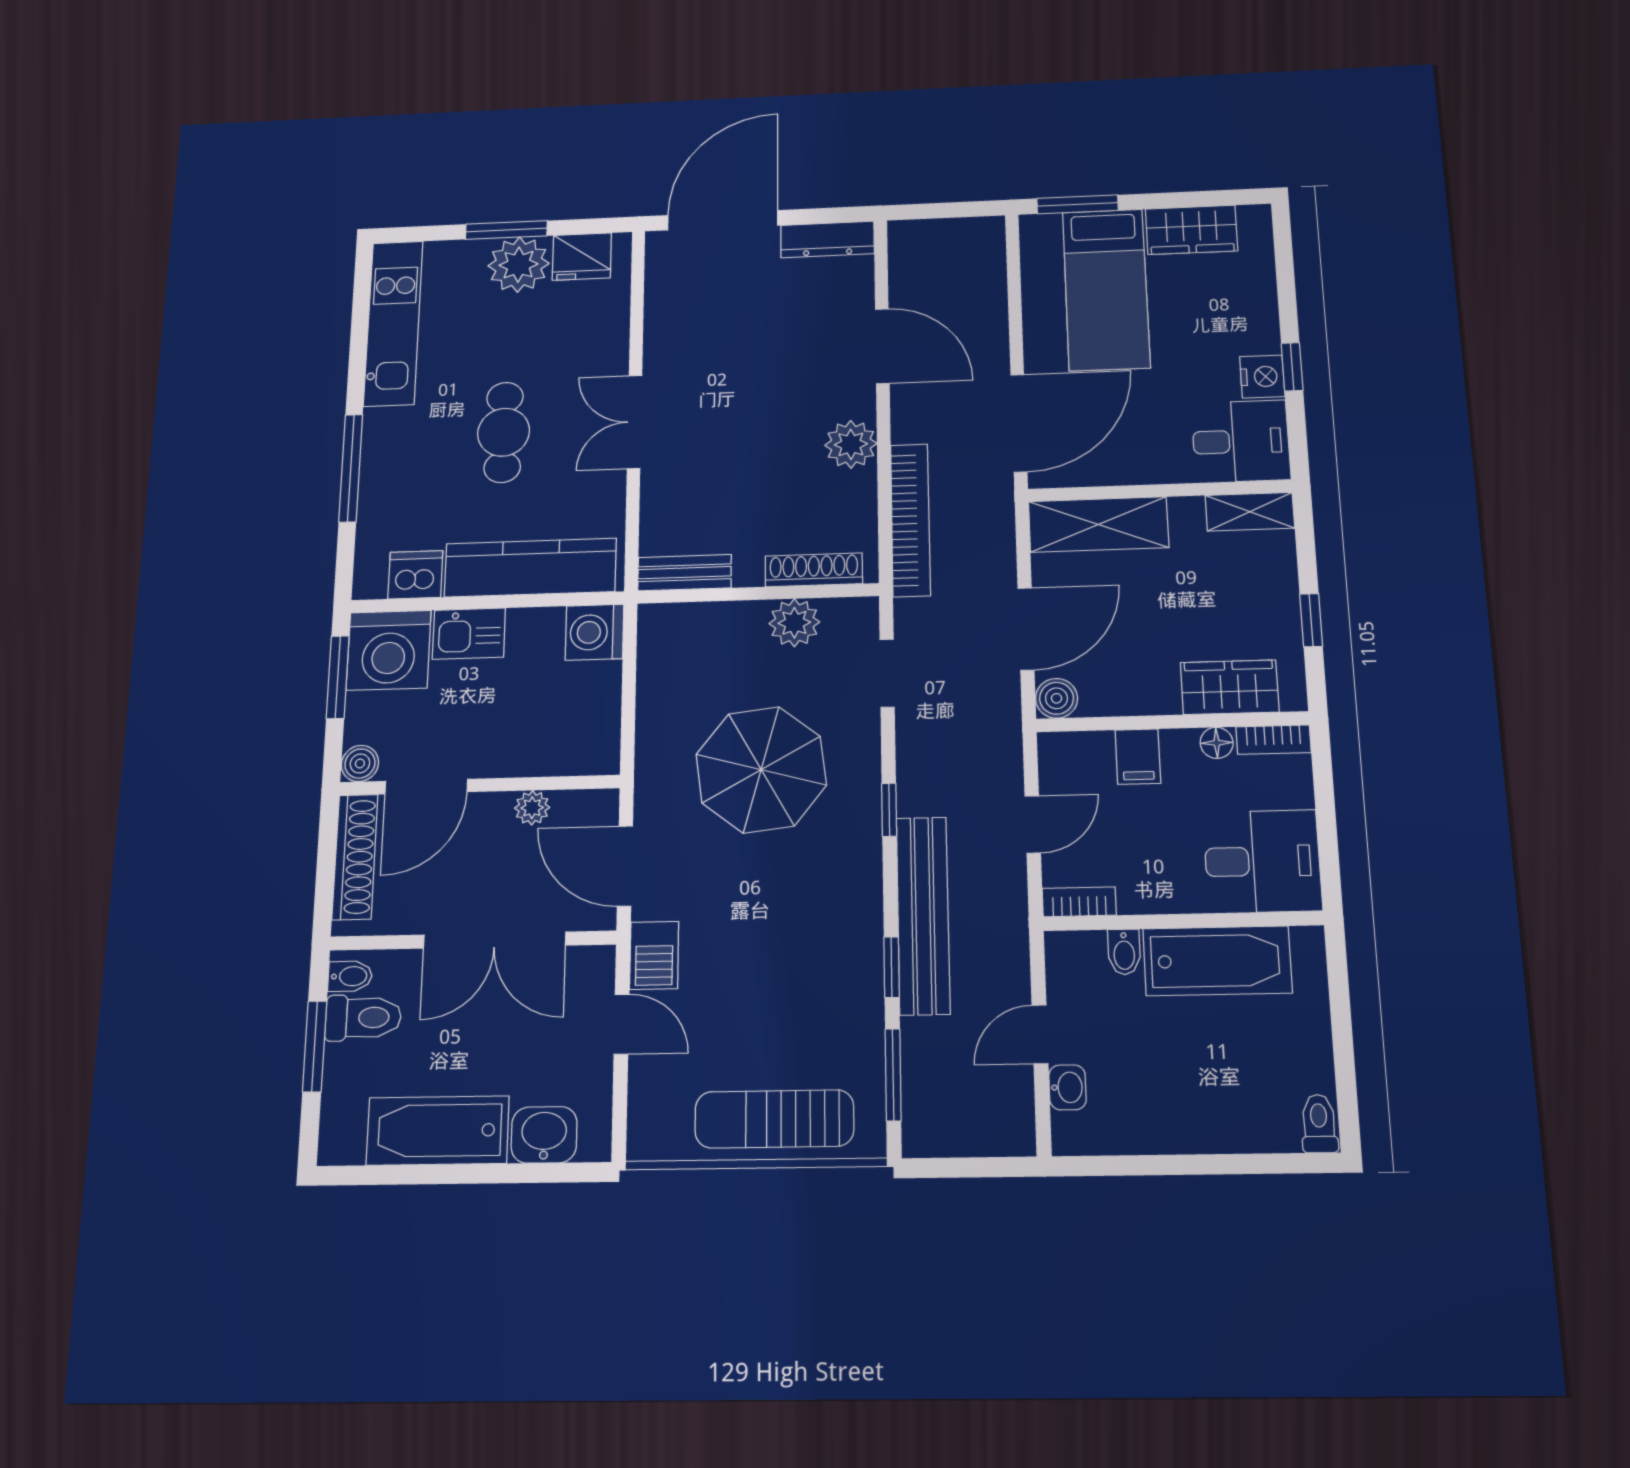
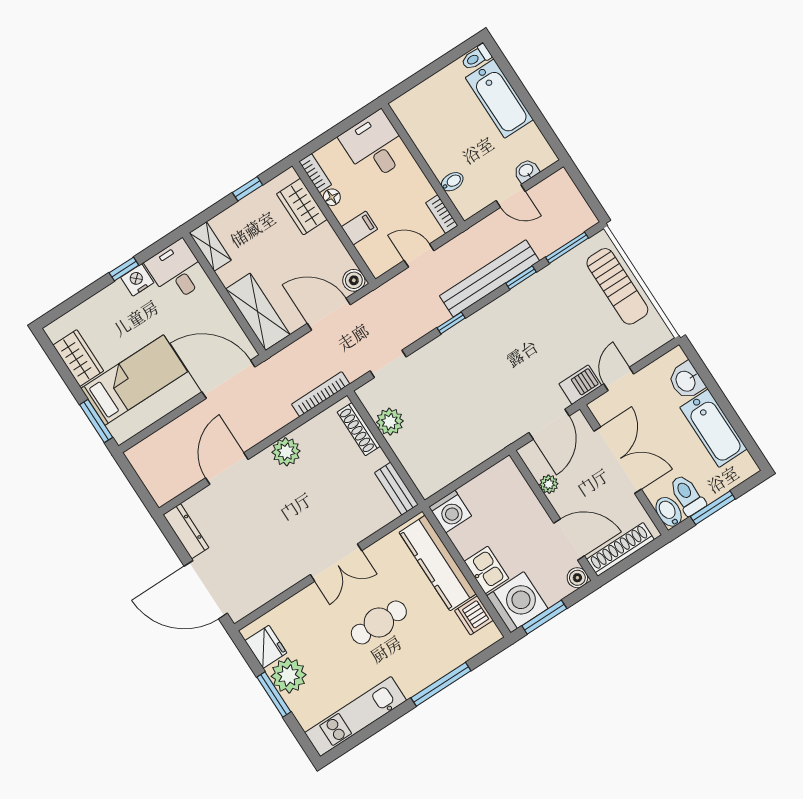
bookcase: (910, 520) -> (321, 394), width x0.68, depth x0.76
parasol: (761, 770) -> (468, 392), removed
bathtub: (1217, 961) -> (499, 99), moved, turned 180
bidet: (350, 976) -> (669, 512), width x1.38, depth x1.36

